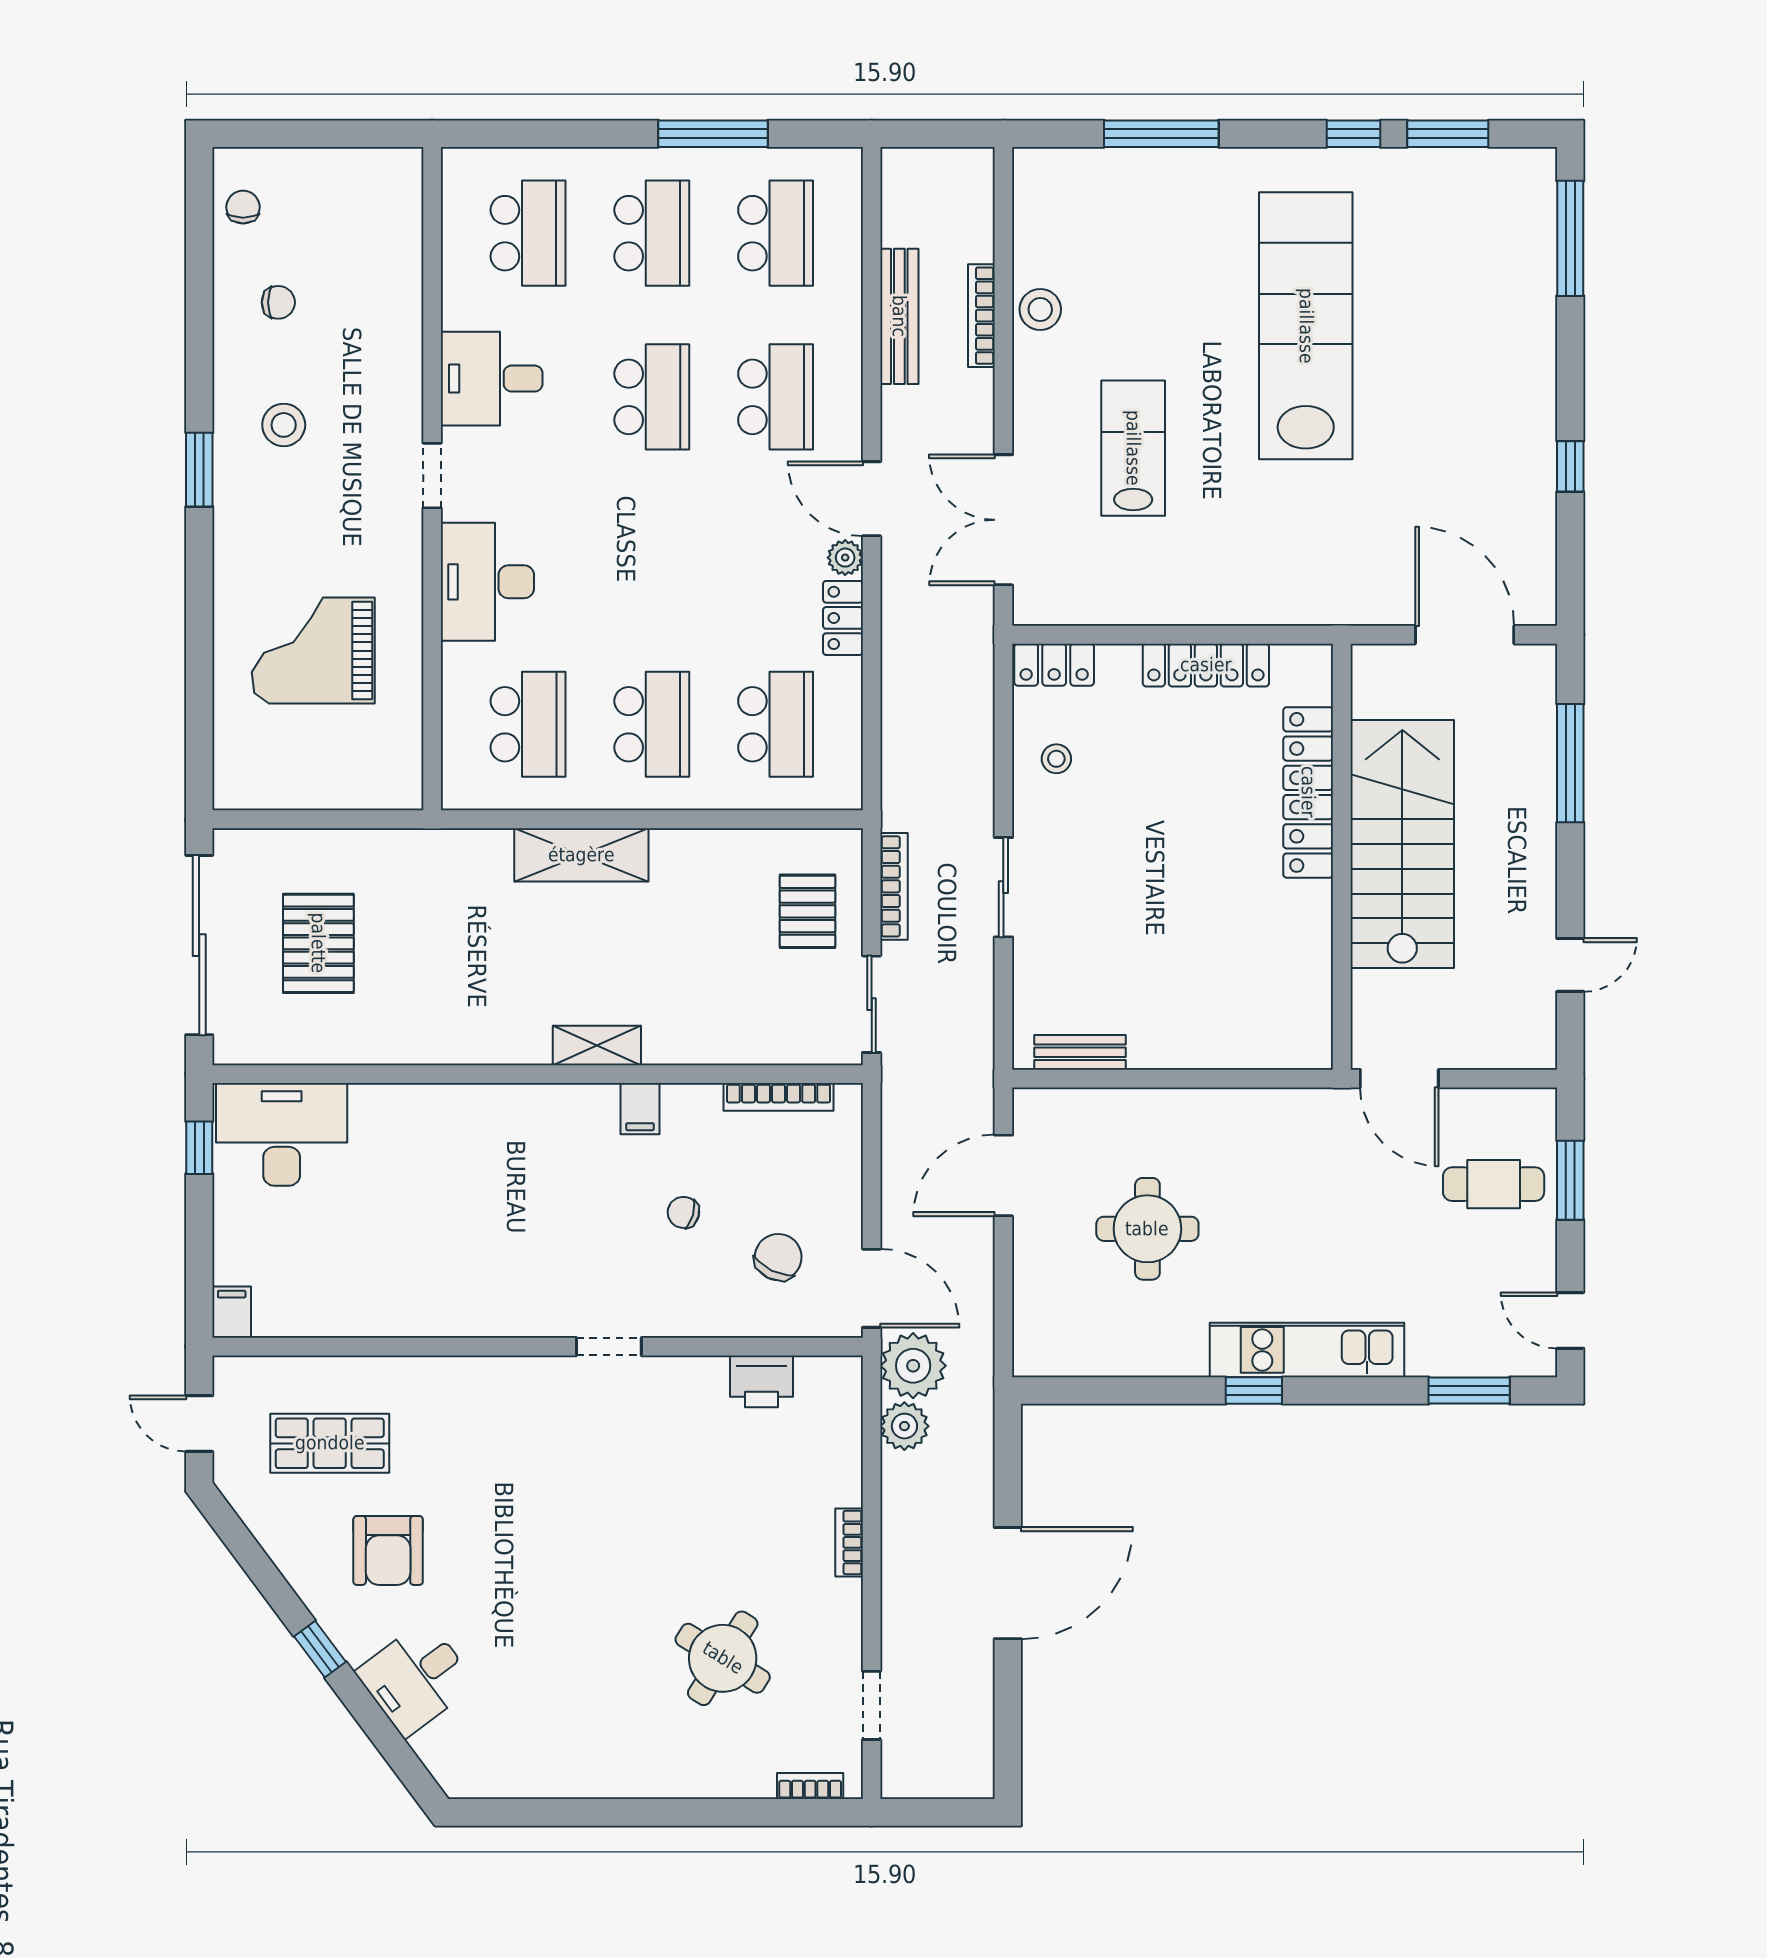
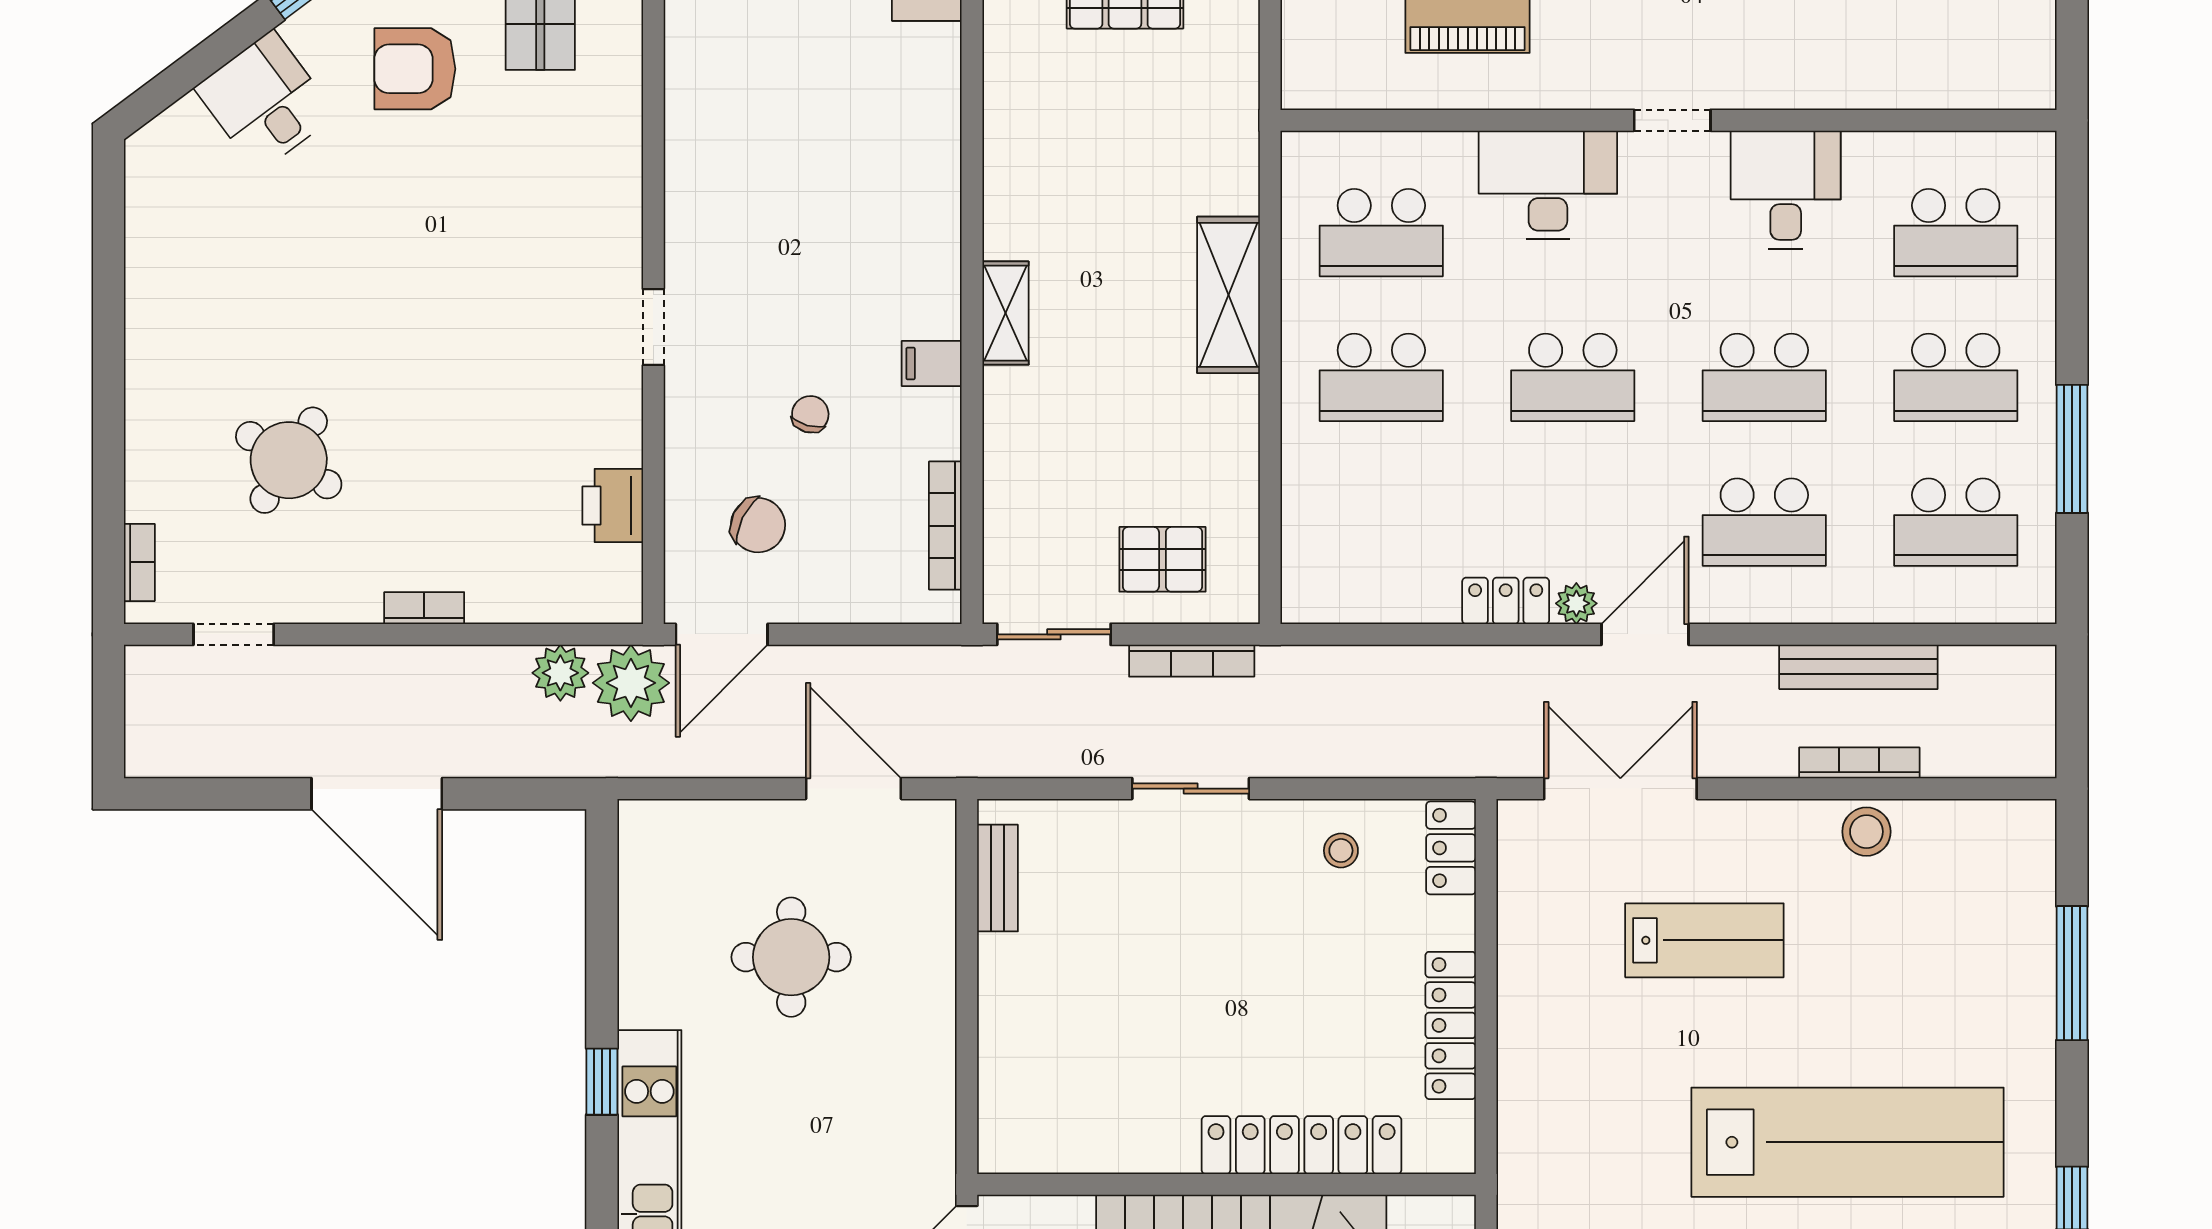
school desk: (776, 724) -> (1573, 377), moved

